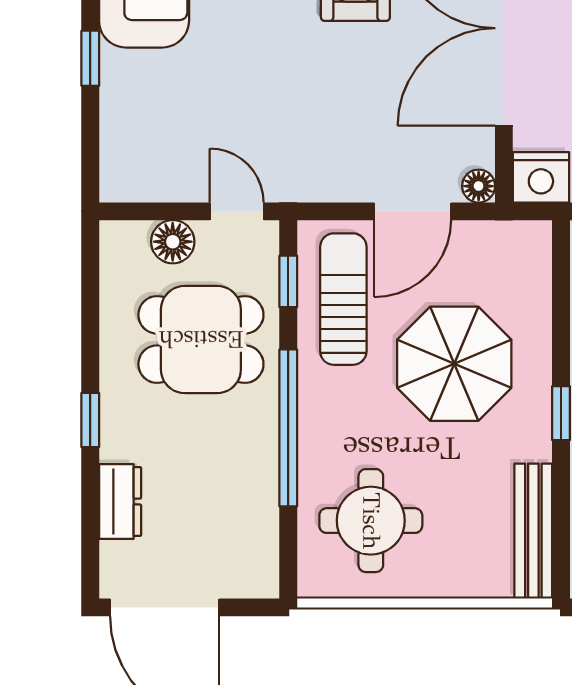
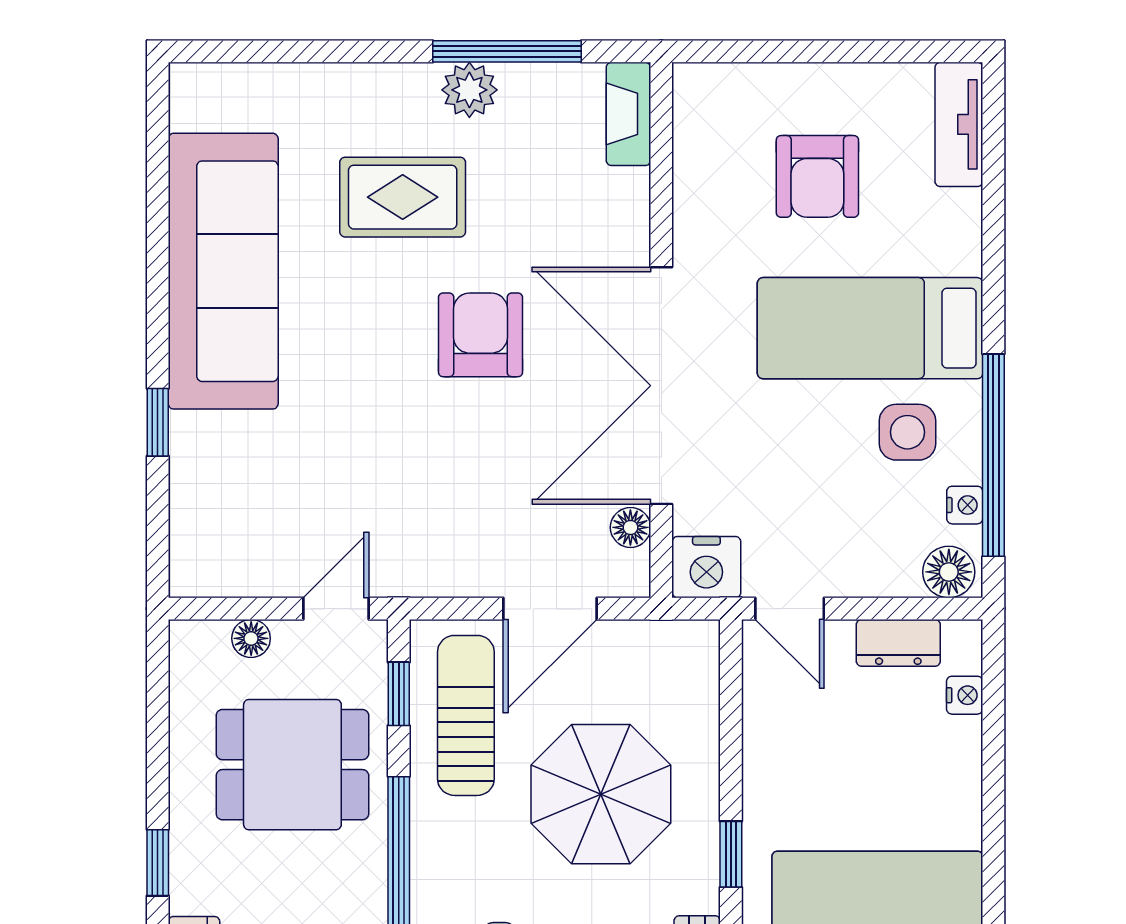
floor lamp: (479, 186) -> (630, 527), moved
door: (237, 211) -> (336, 609), hinge flipped
floor lamp: (173, 242) -> (251, 638), width x0.73, depth x0.73

